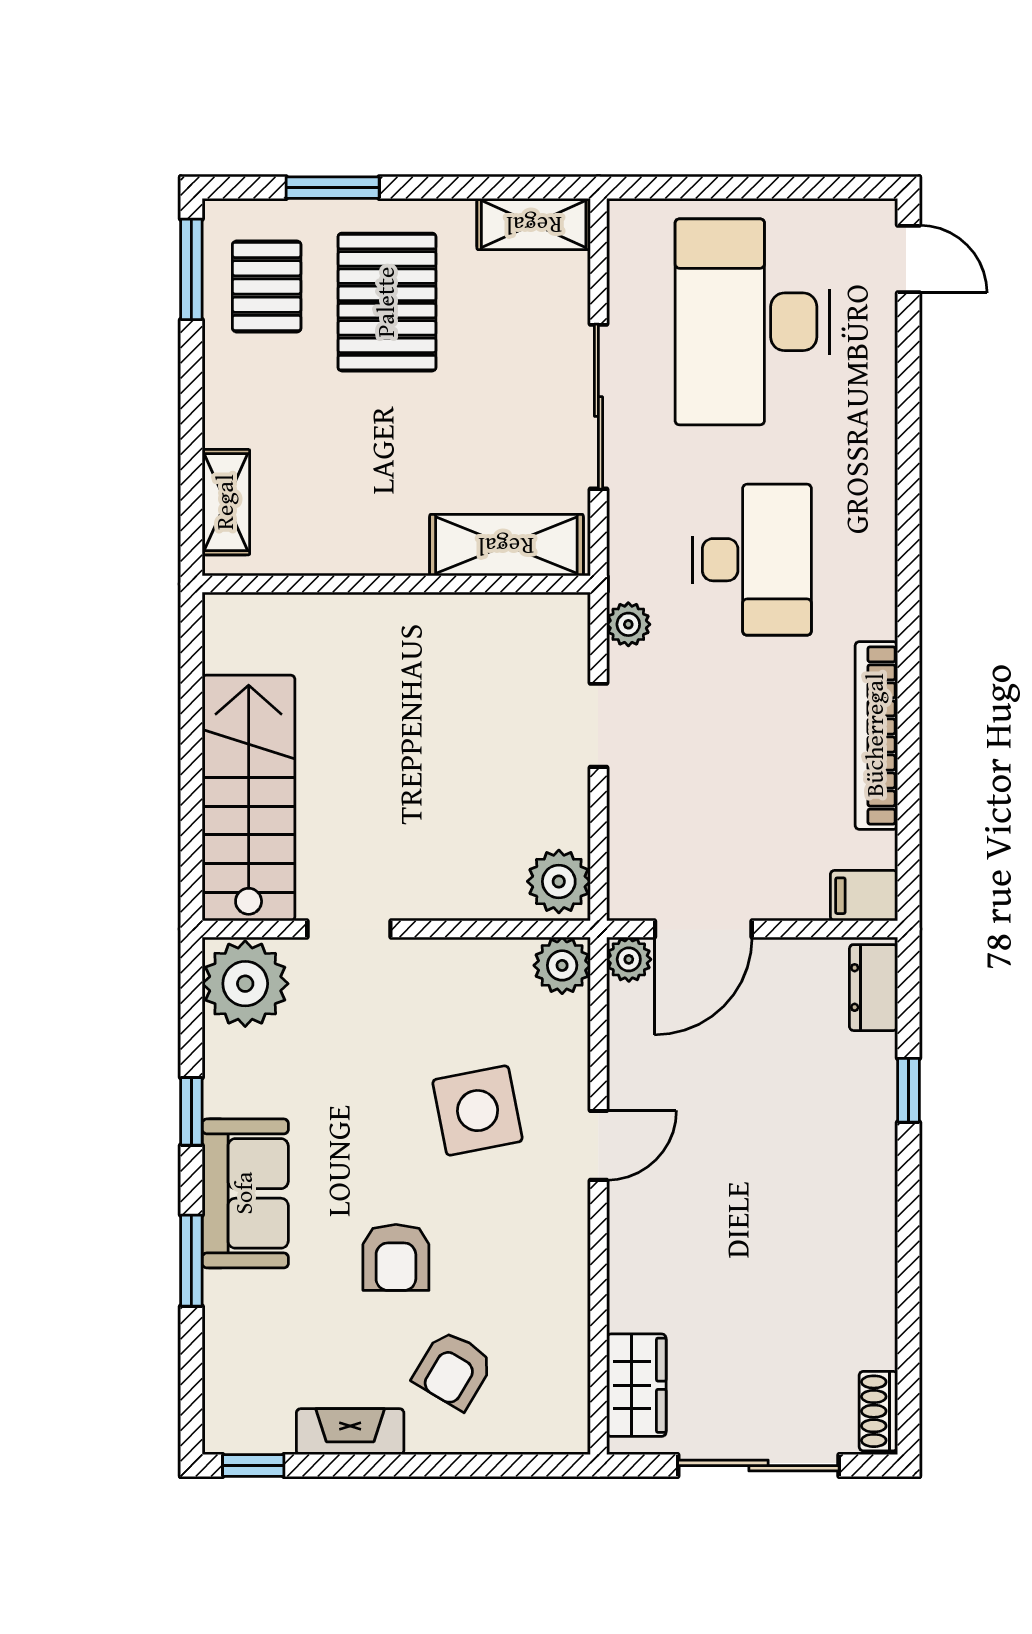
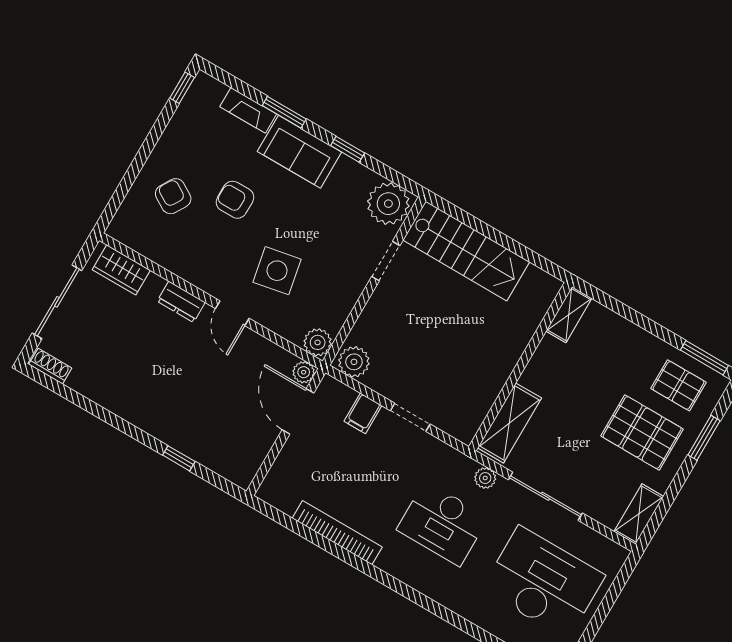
shelving: (226, 502) -> (569, 315), moved, turned 90
plant: (628, 624) -> (485, 478), moved
filing cabinet: (864, 896) -> (363, 413), moved, turned 180
dresser: (874, 988) -> (181, 302), moved, turned 180
fireplace: (350, 1432) -> (248, 110), moved, turned 90

